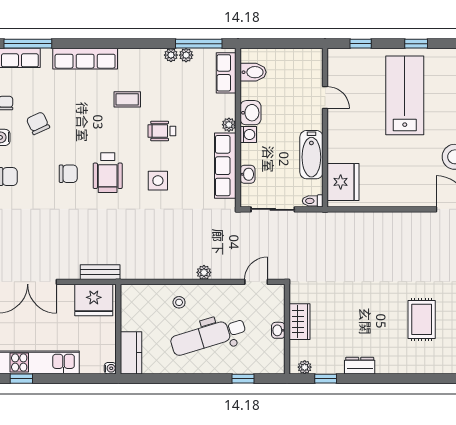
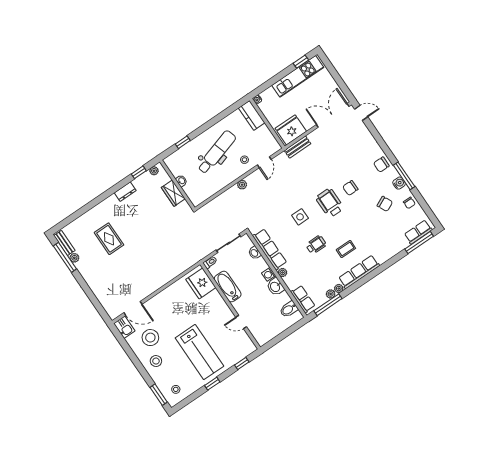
row of seats: (85, 59) -> (359, 272), moved
door: (256, 282) -> (264, 162), moved

